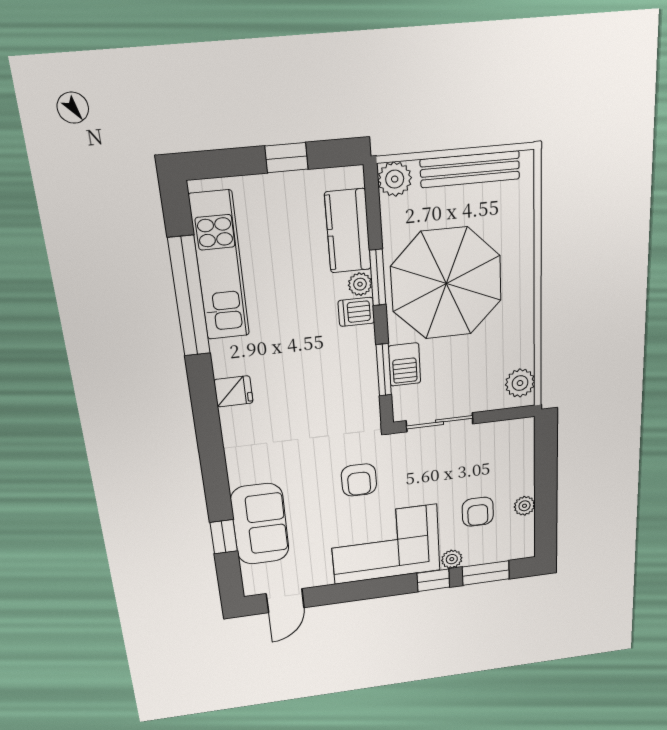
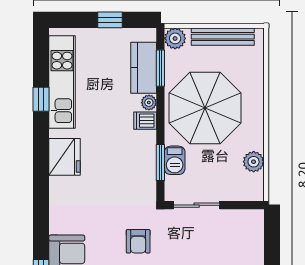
window: (378, 277) -> (160, 68), moved
window: (189, 297) -> (41, 99), width x0.32
plant: (520, 383) -> (254, 162), moved
fridge: (233, 391) -> (65, 157), width x1.88, depth x1.34

